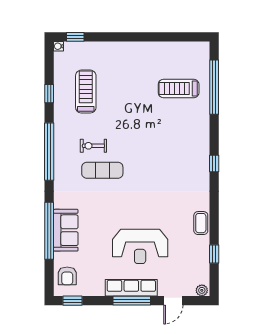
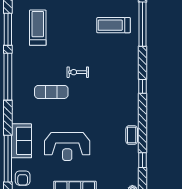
window: (49, 94) -> (8, 29), width x2.17
exercise bike: (93, 146) -> (78, 72), moved
window: (49, 231) -> (8, 159), moved
reception desk: (140, 246) -> (67, 146), moved

